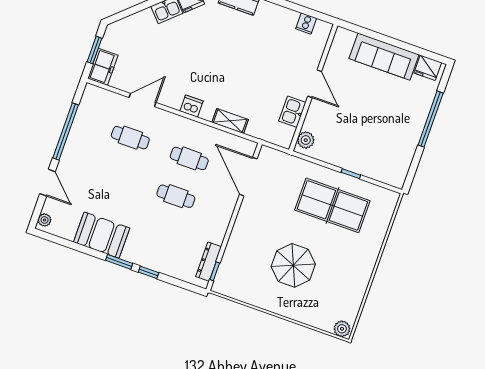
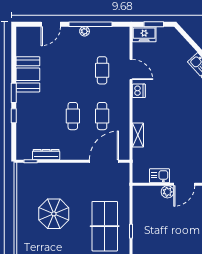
dishwasher: (191, 106) -> (139, 91), moved
plant: (306, 140) -> (167, 192), moved
plant: (45, 220) -> (85, 31), moved
dresser: (209, 262) -> (46, 155), moved

